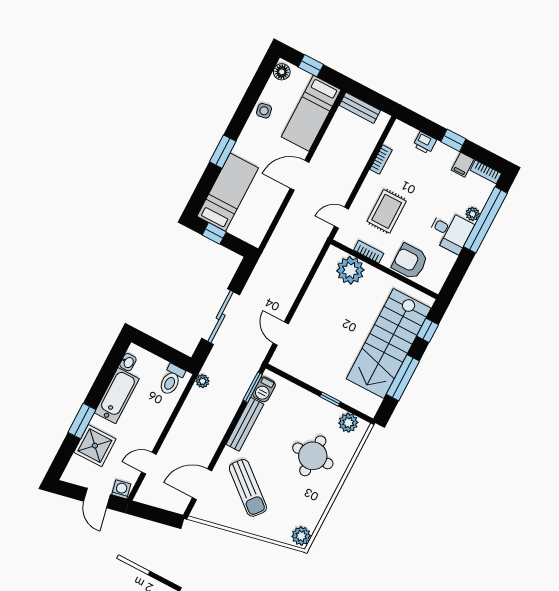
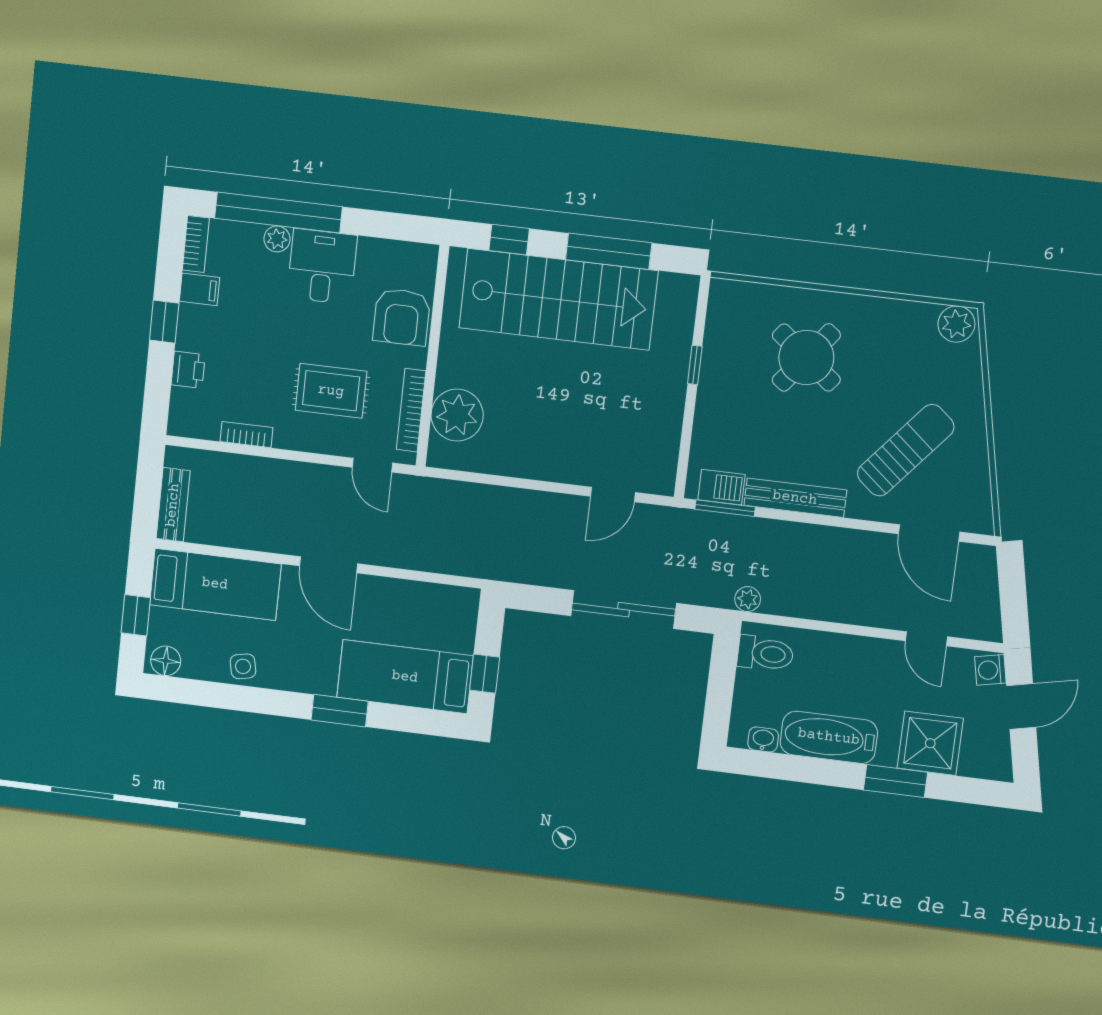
bookcase: (369, 252) -> (411, 410), width x1.56
plant: (348, 423) -> (724, 317), removed
round table: (313, 456) -> (806, 358), turned 38

